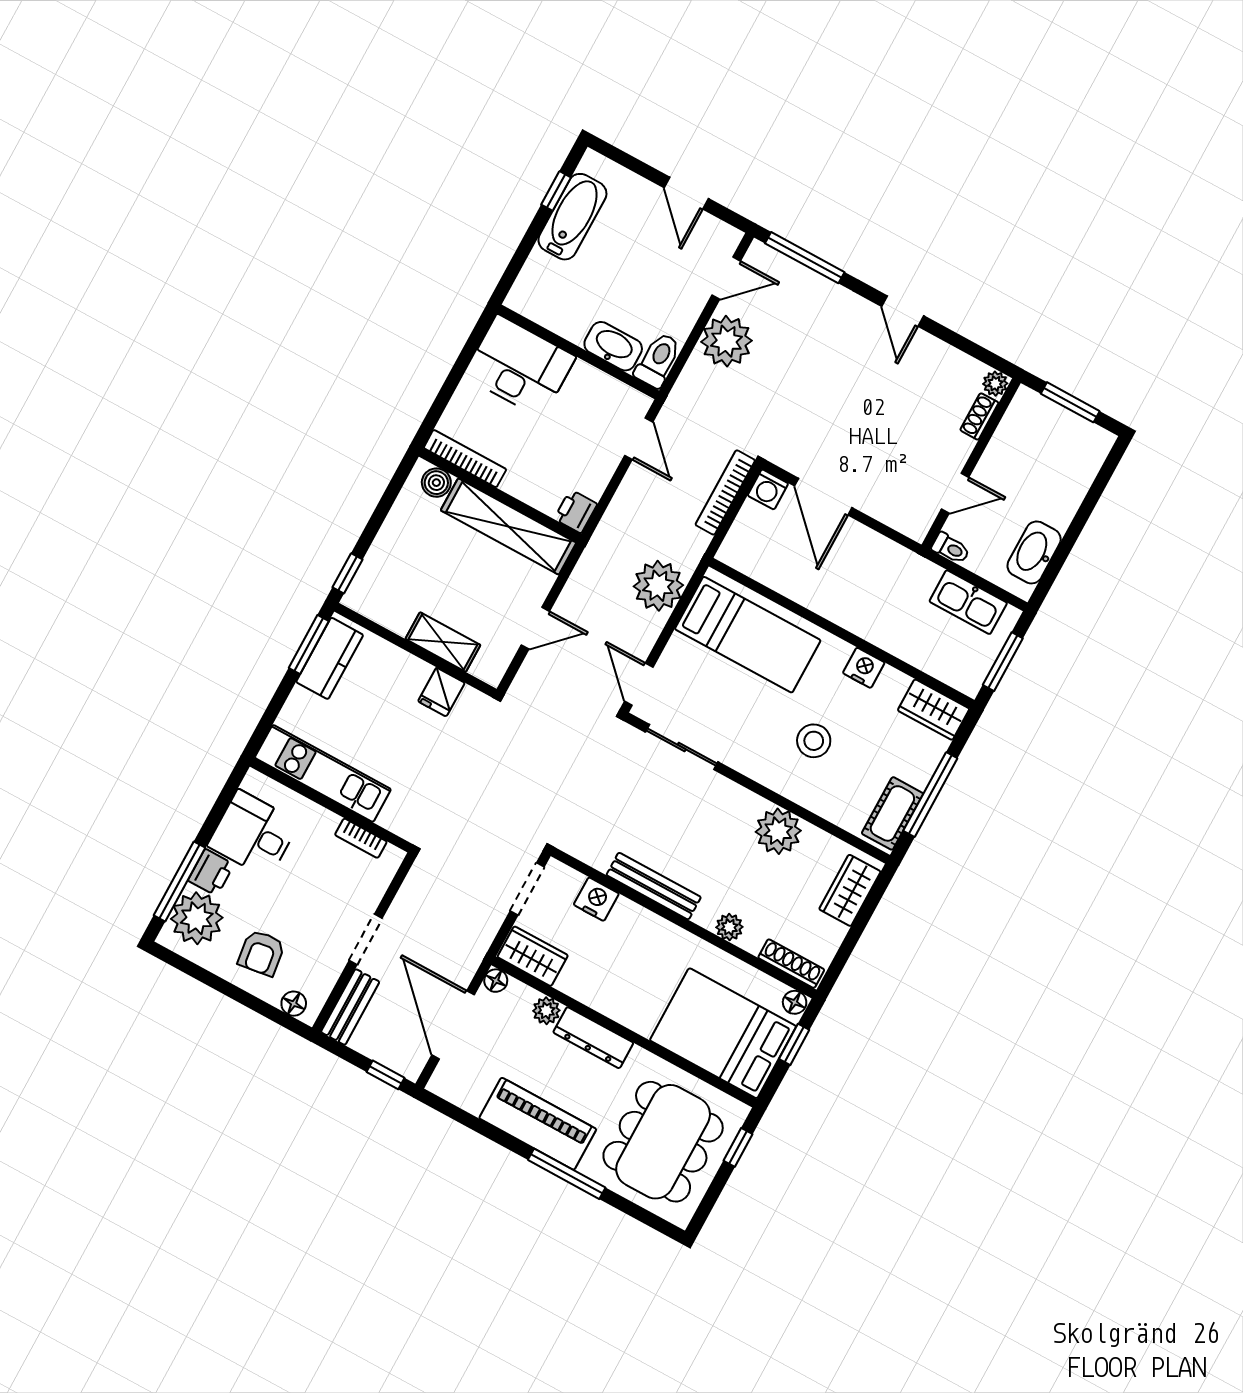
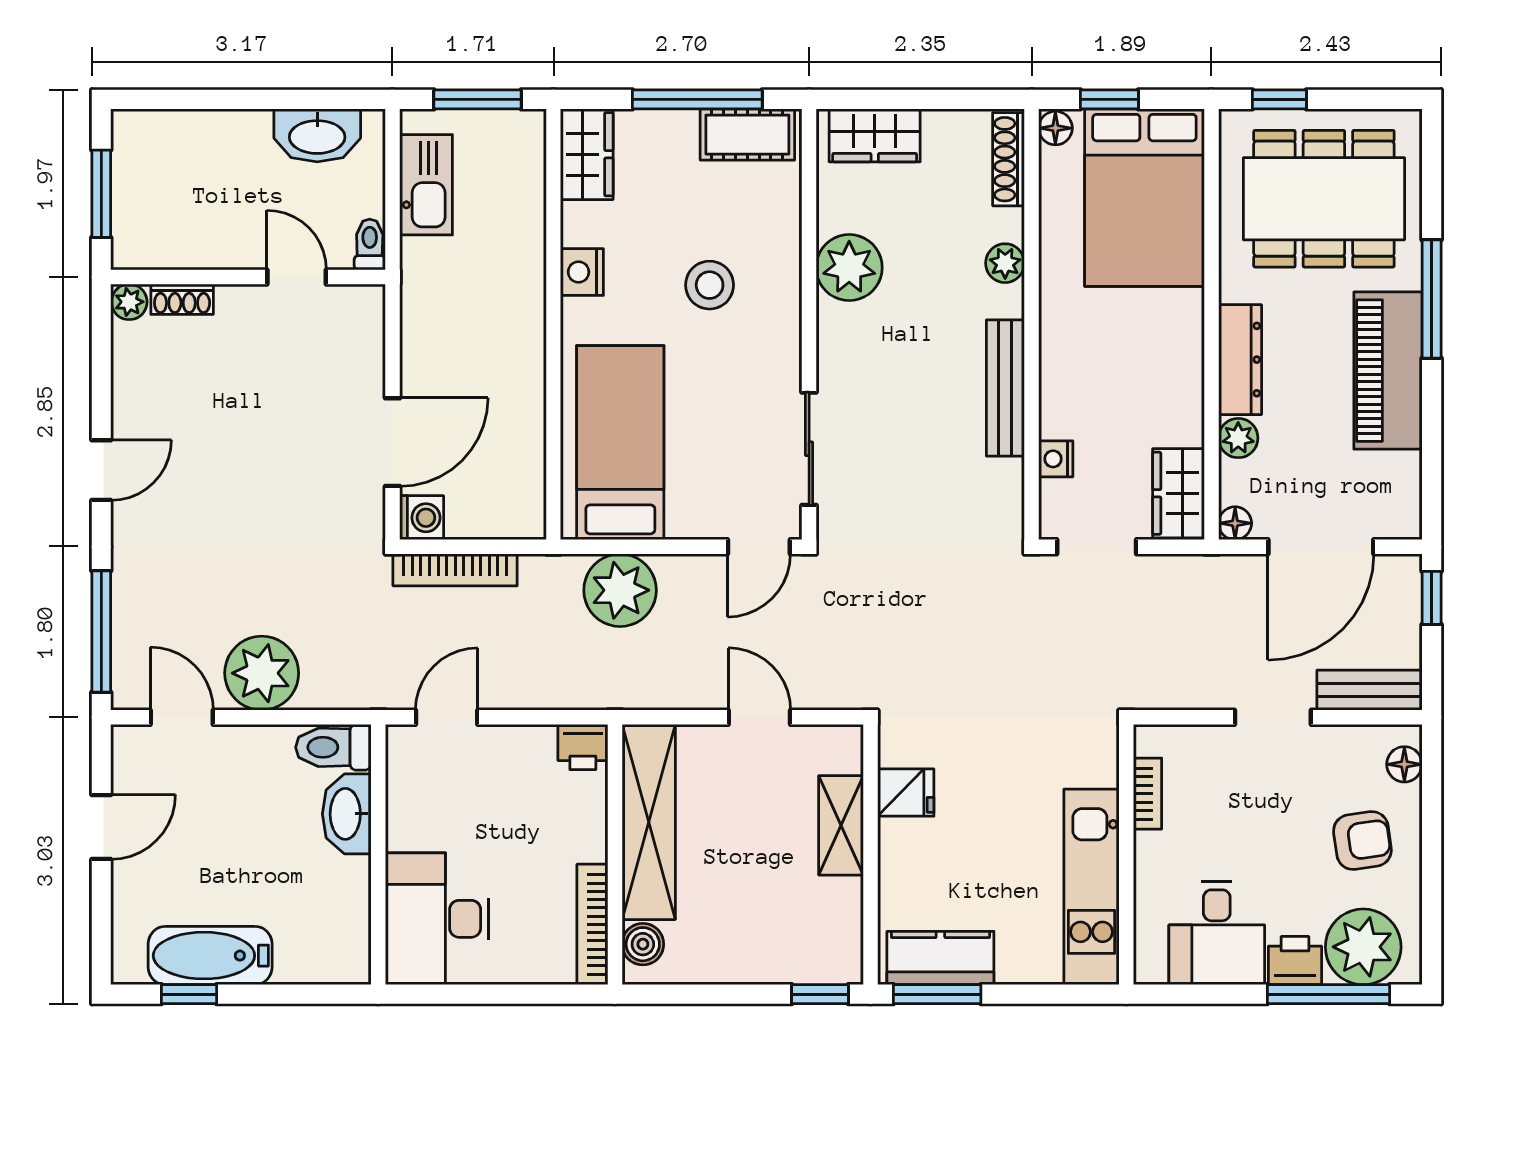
nightstand: (596, 899) -> (1056, 459), width x0.72, depth x0.74

